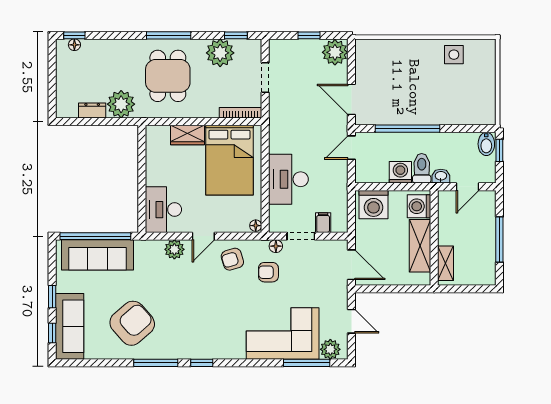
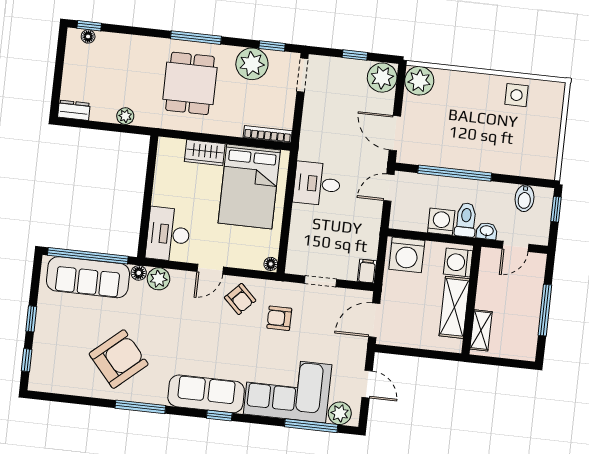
plant: (368, 52) -> (419, 81), added
doorway: (265, 77) -> (302, 75), moved
plant: (121, 104) -> (125, 116), width x0.53, depth x0.53
dresser: (92, 110) -> (74, 110), moved
bidet: (486, 144) -> (525, 198), moved
desk: (288, 179) -> (317, 184), moved, width x0.73
filing cabinet: (323, 223) -> (367, 271), moved
floor lamp: (276, 246) -> (139, 273), moved
plant: (174, 249) -> (159, 279), moved
armchair: (232, 259) -> (240, 299), turned -119
door: (351, 265) -> (374, 320), swing flipped
sofa: (70, 326) -> (206, 394), moved, turned -90
window: (202, 363) -> (219, 416), moved

